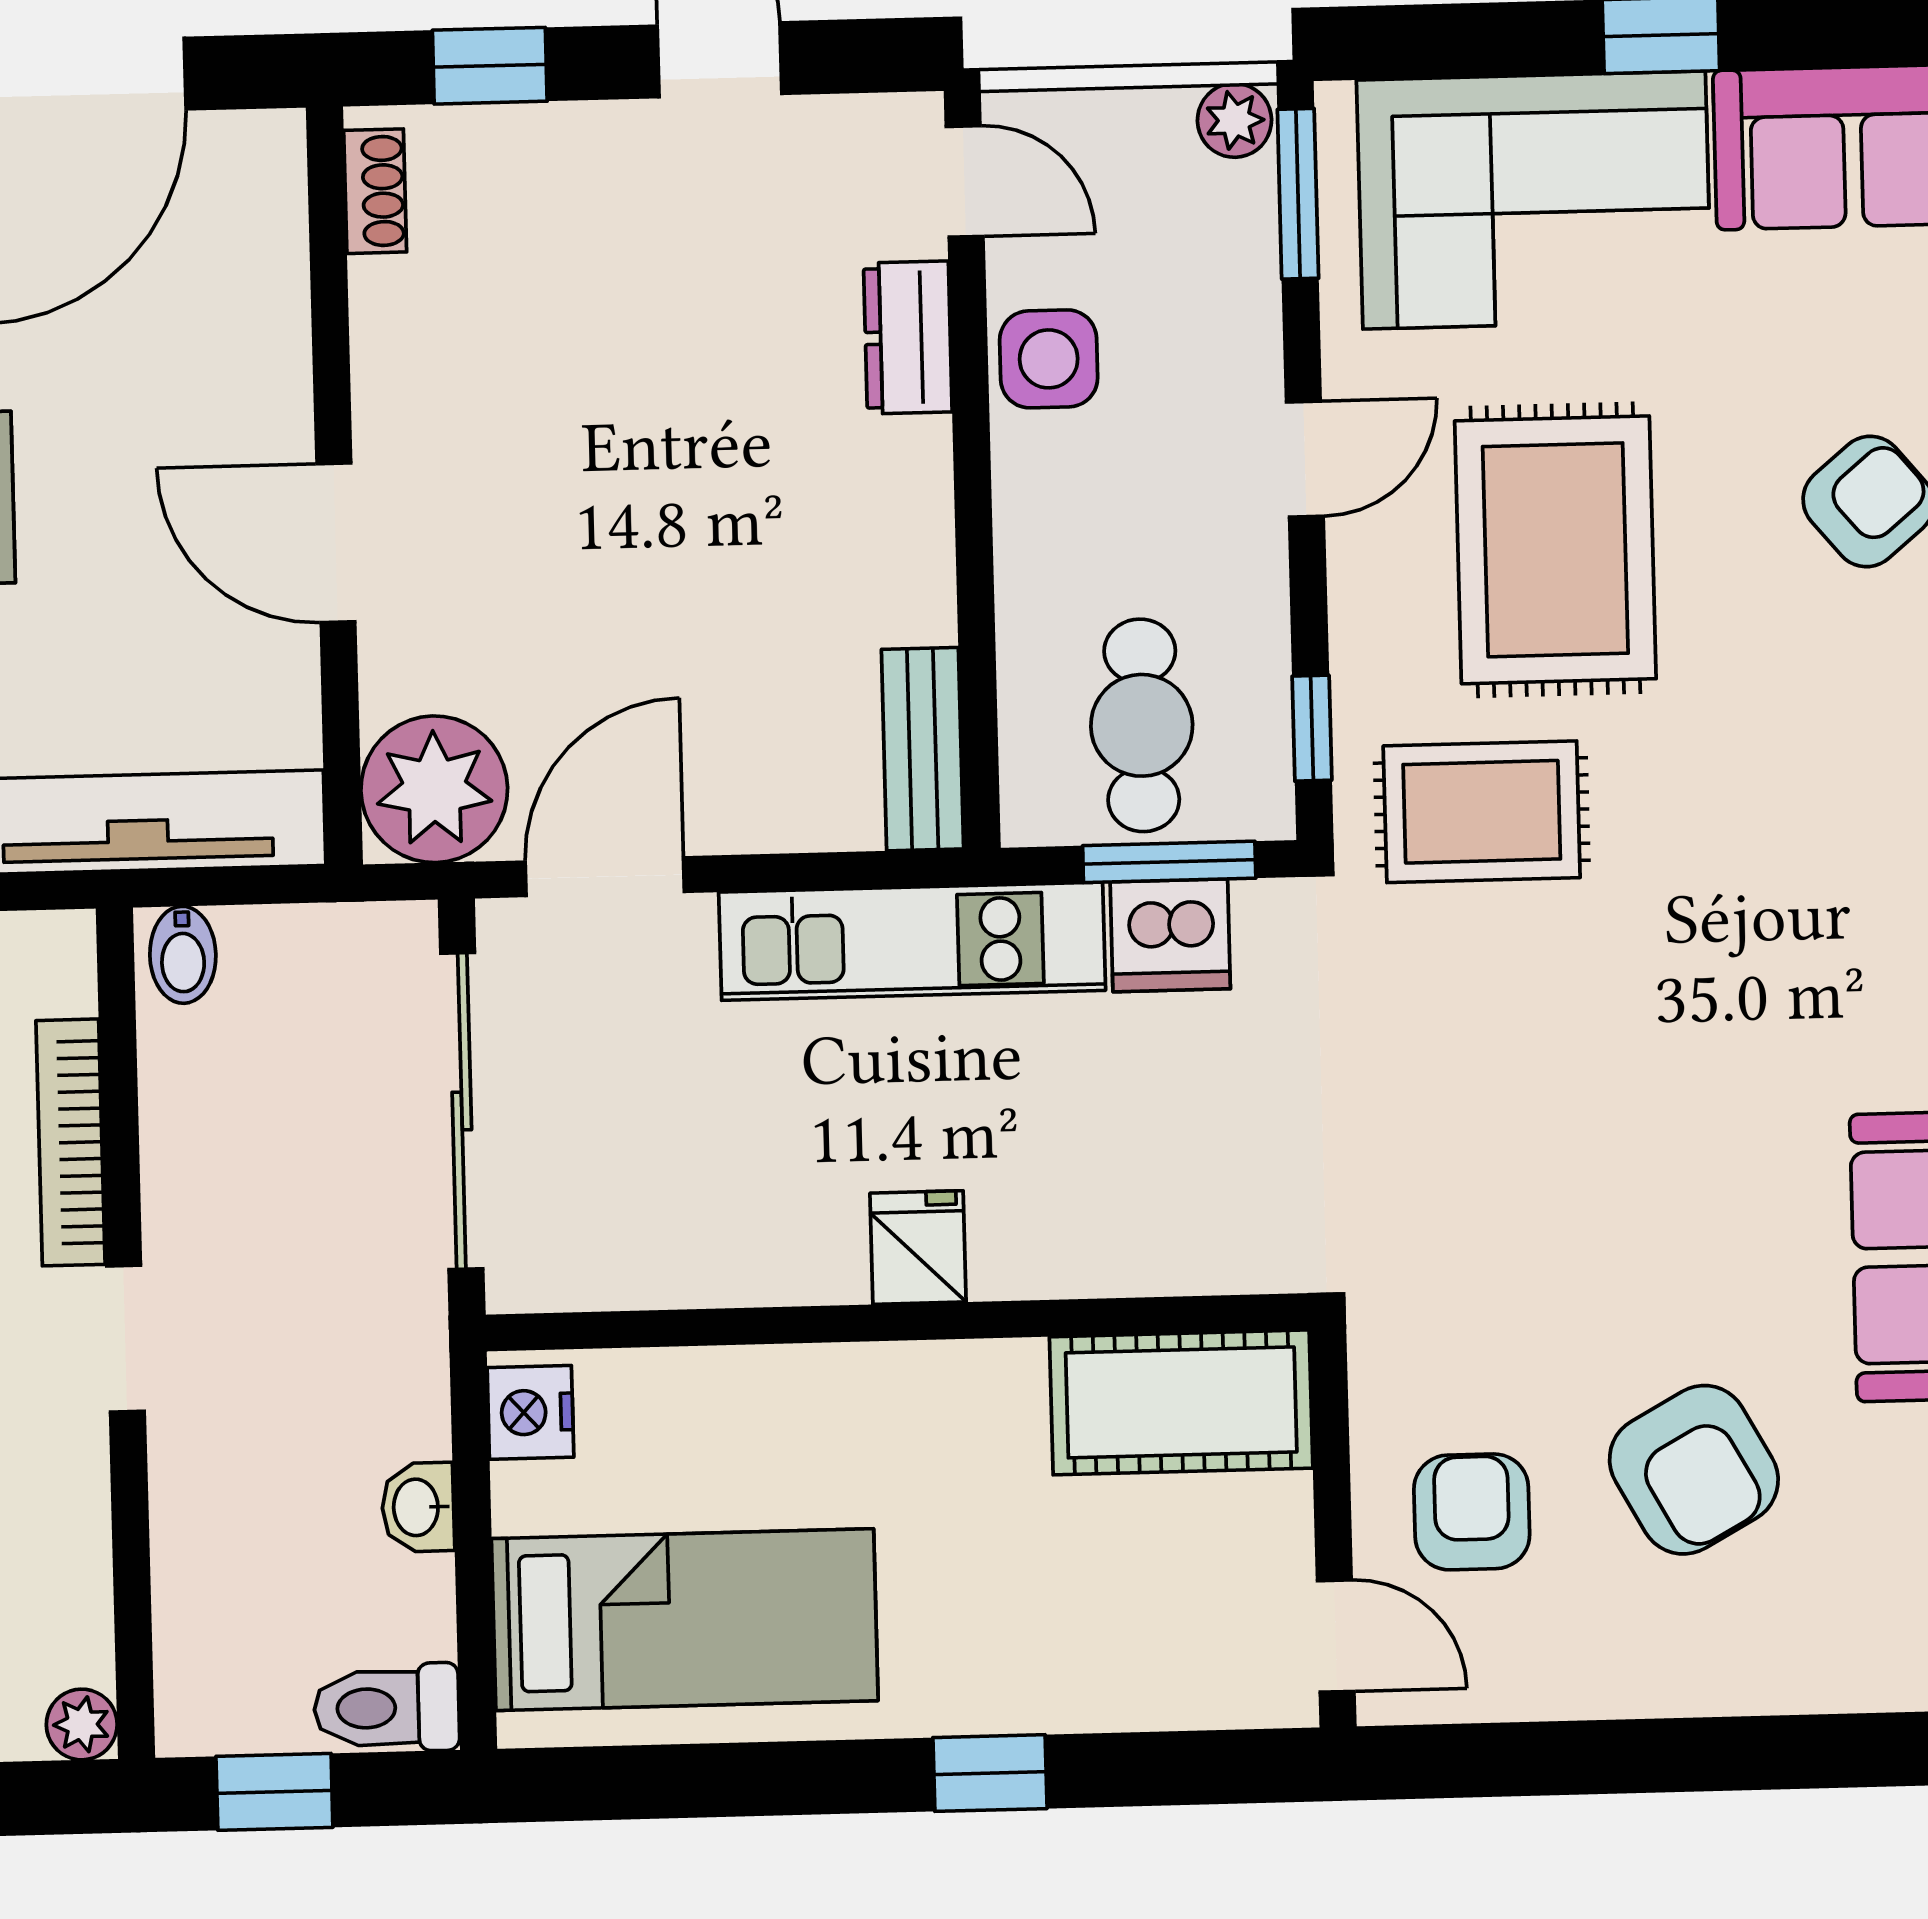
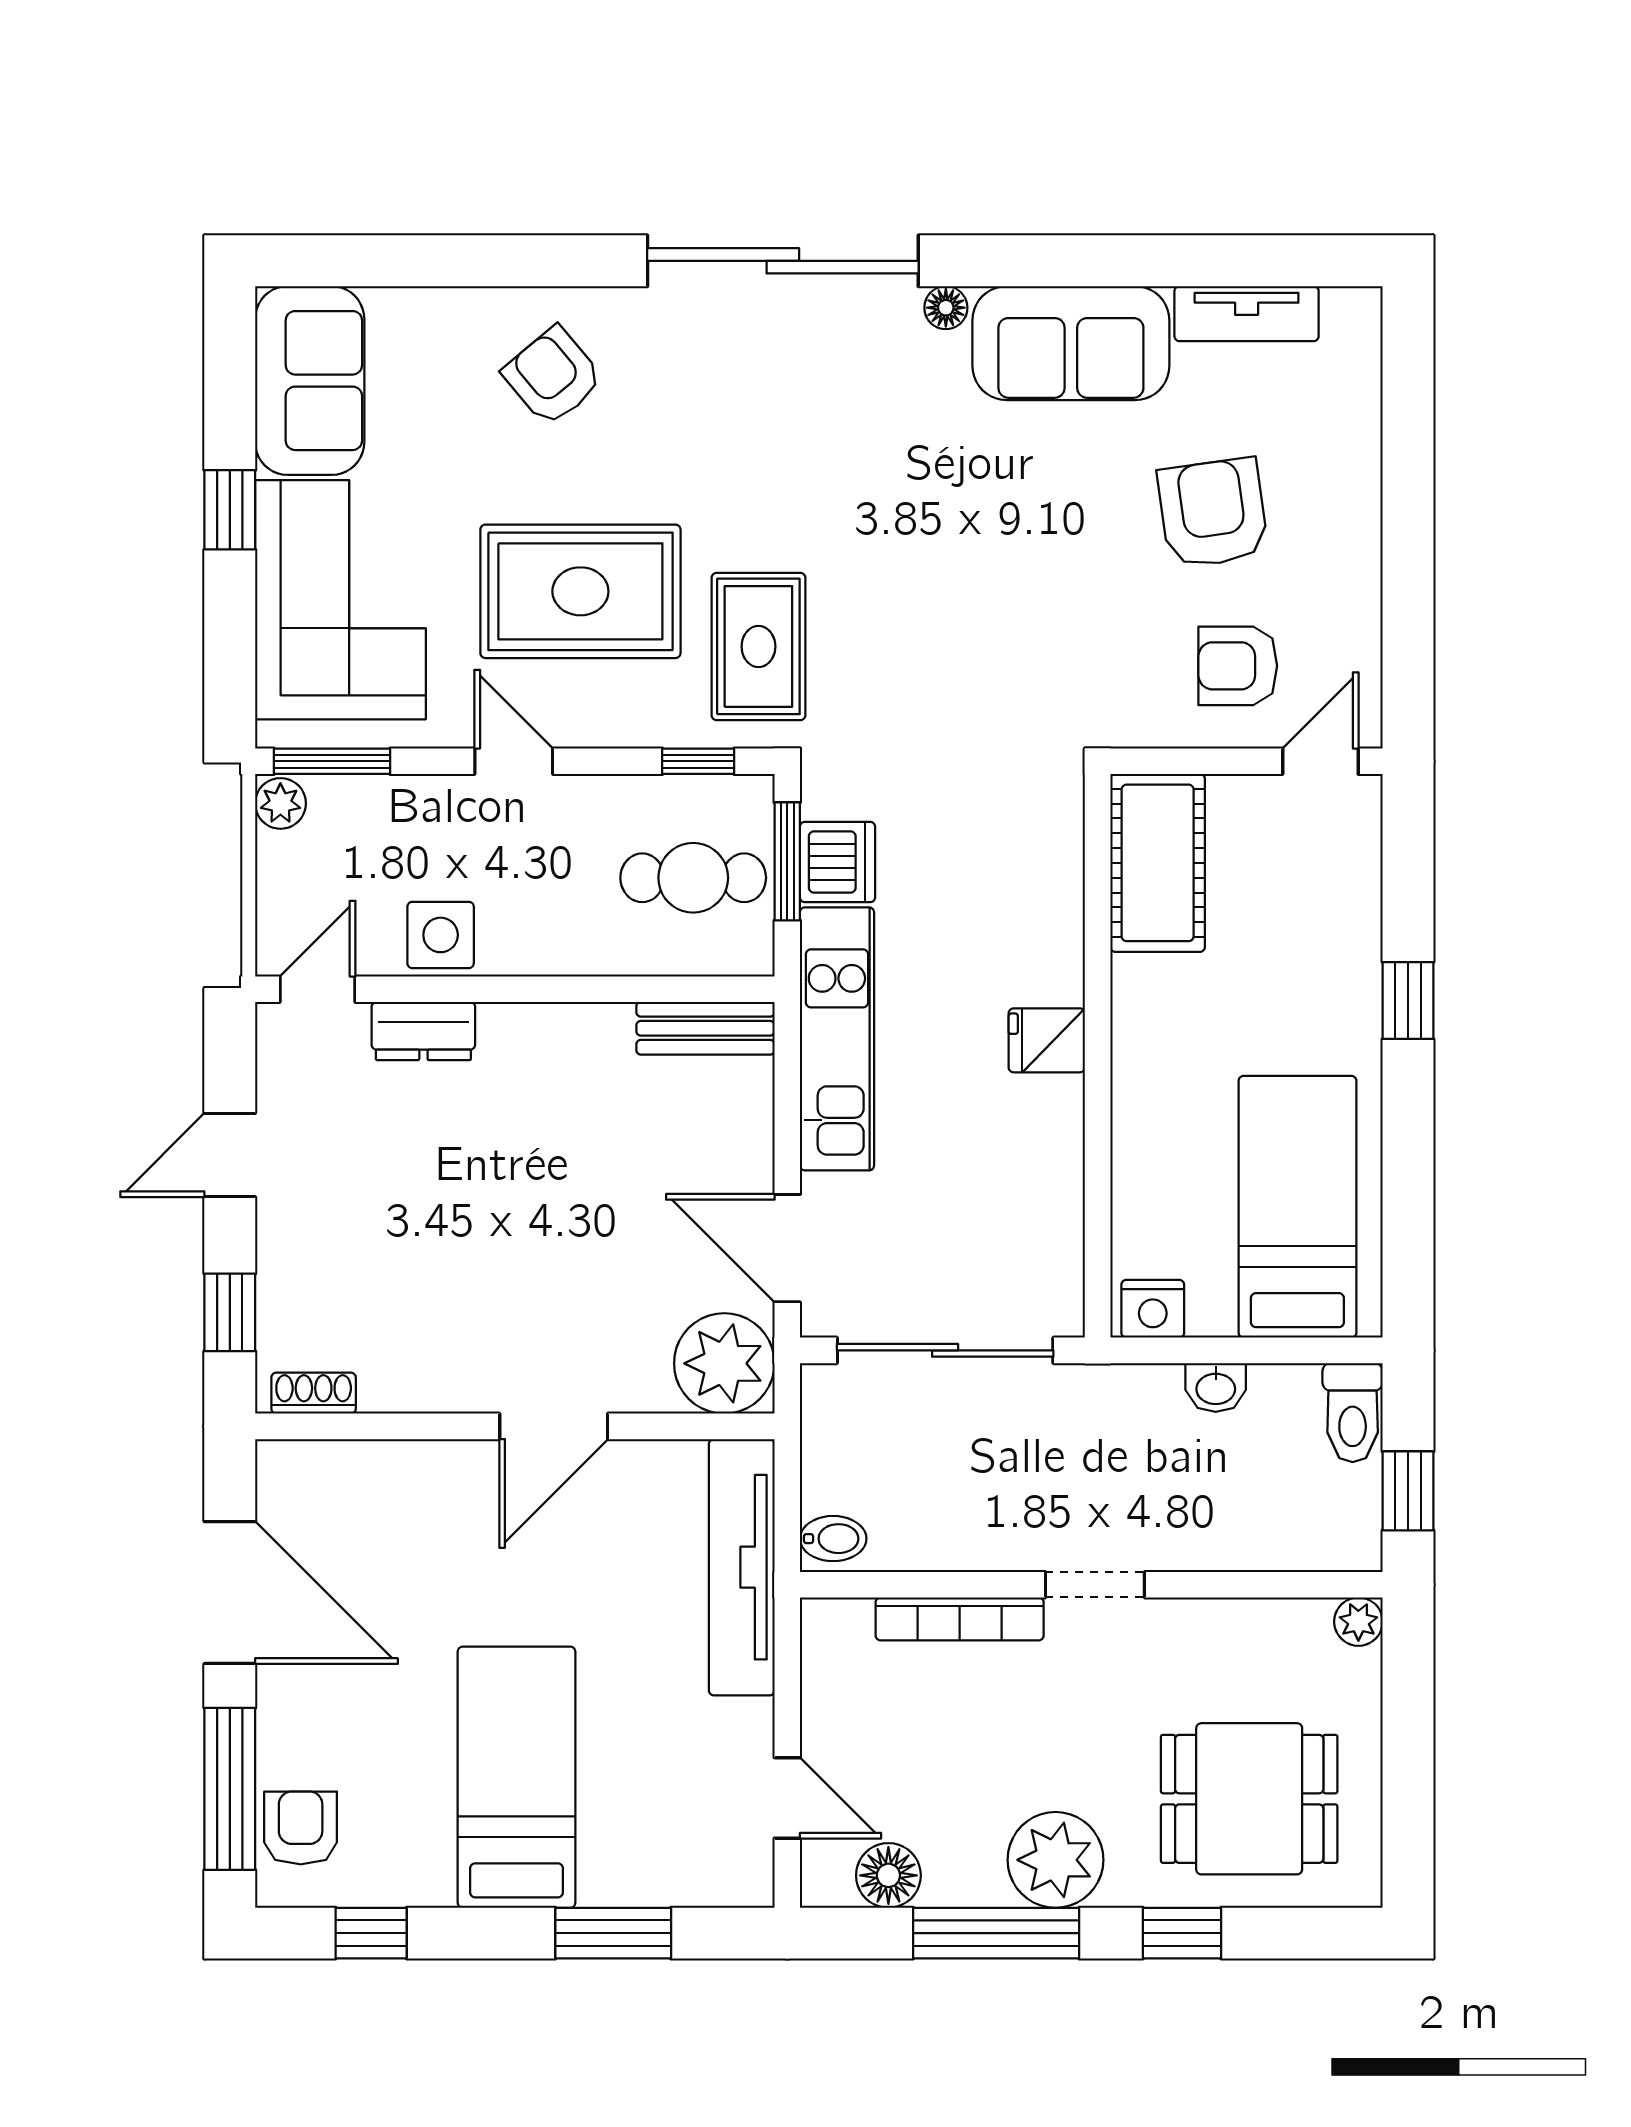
armchair: (1694, 1470) -> (1213, 513), turned -69

